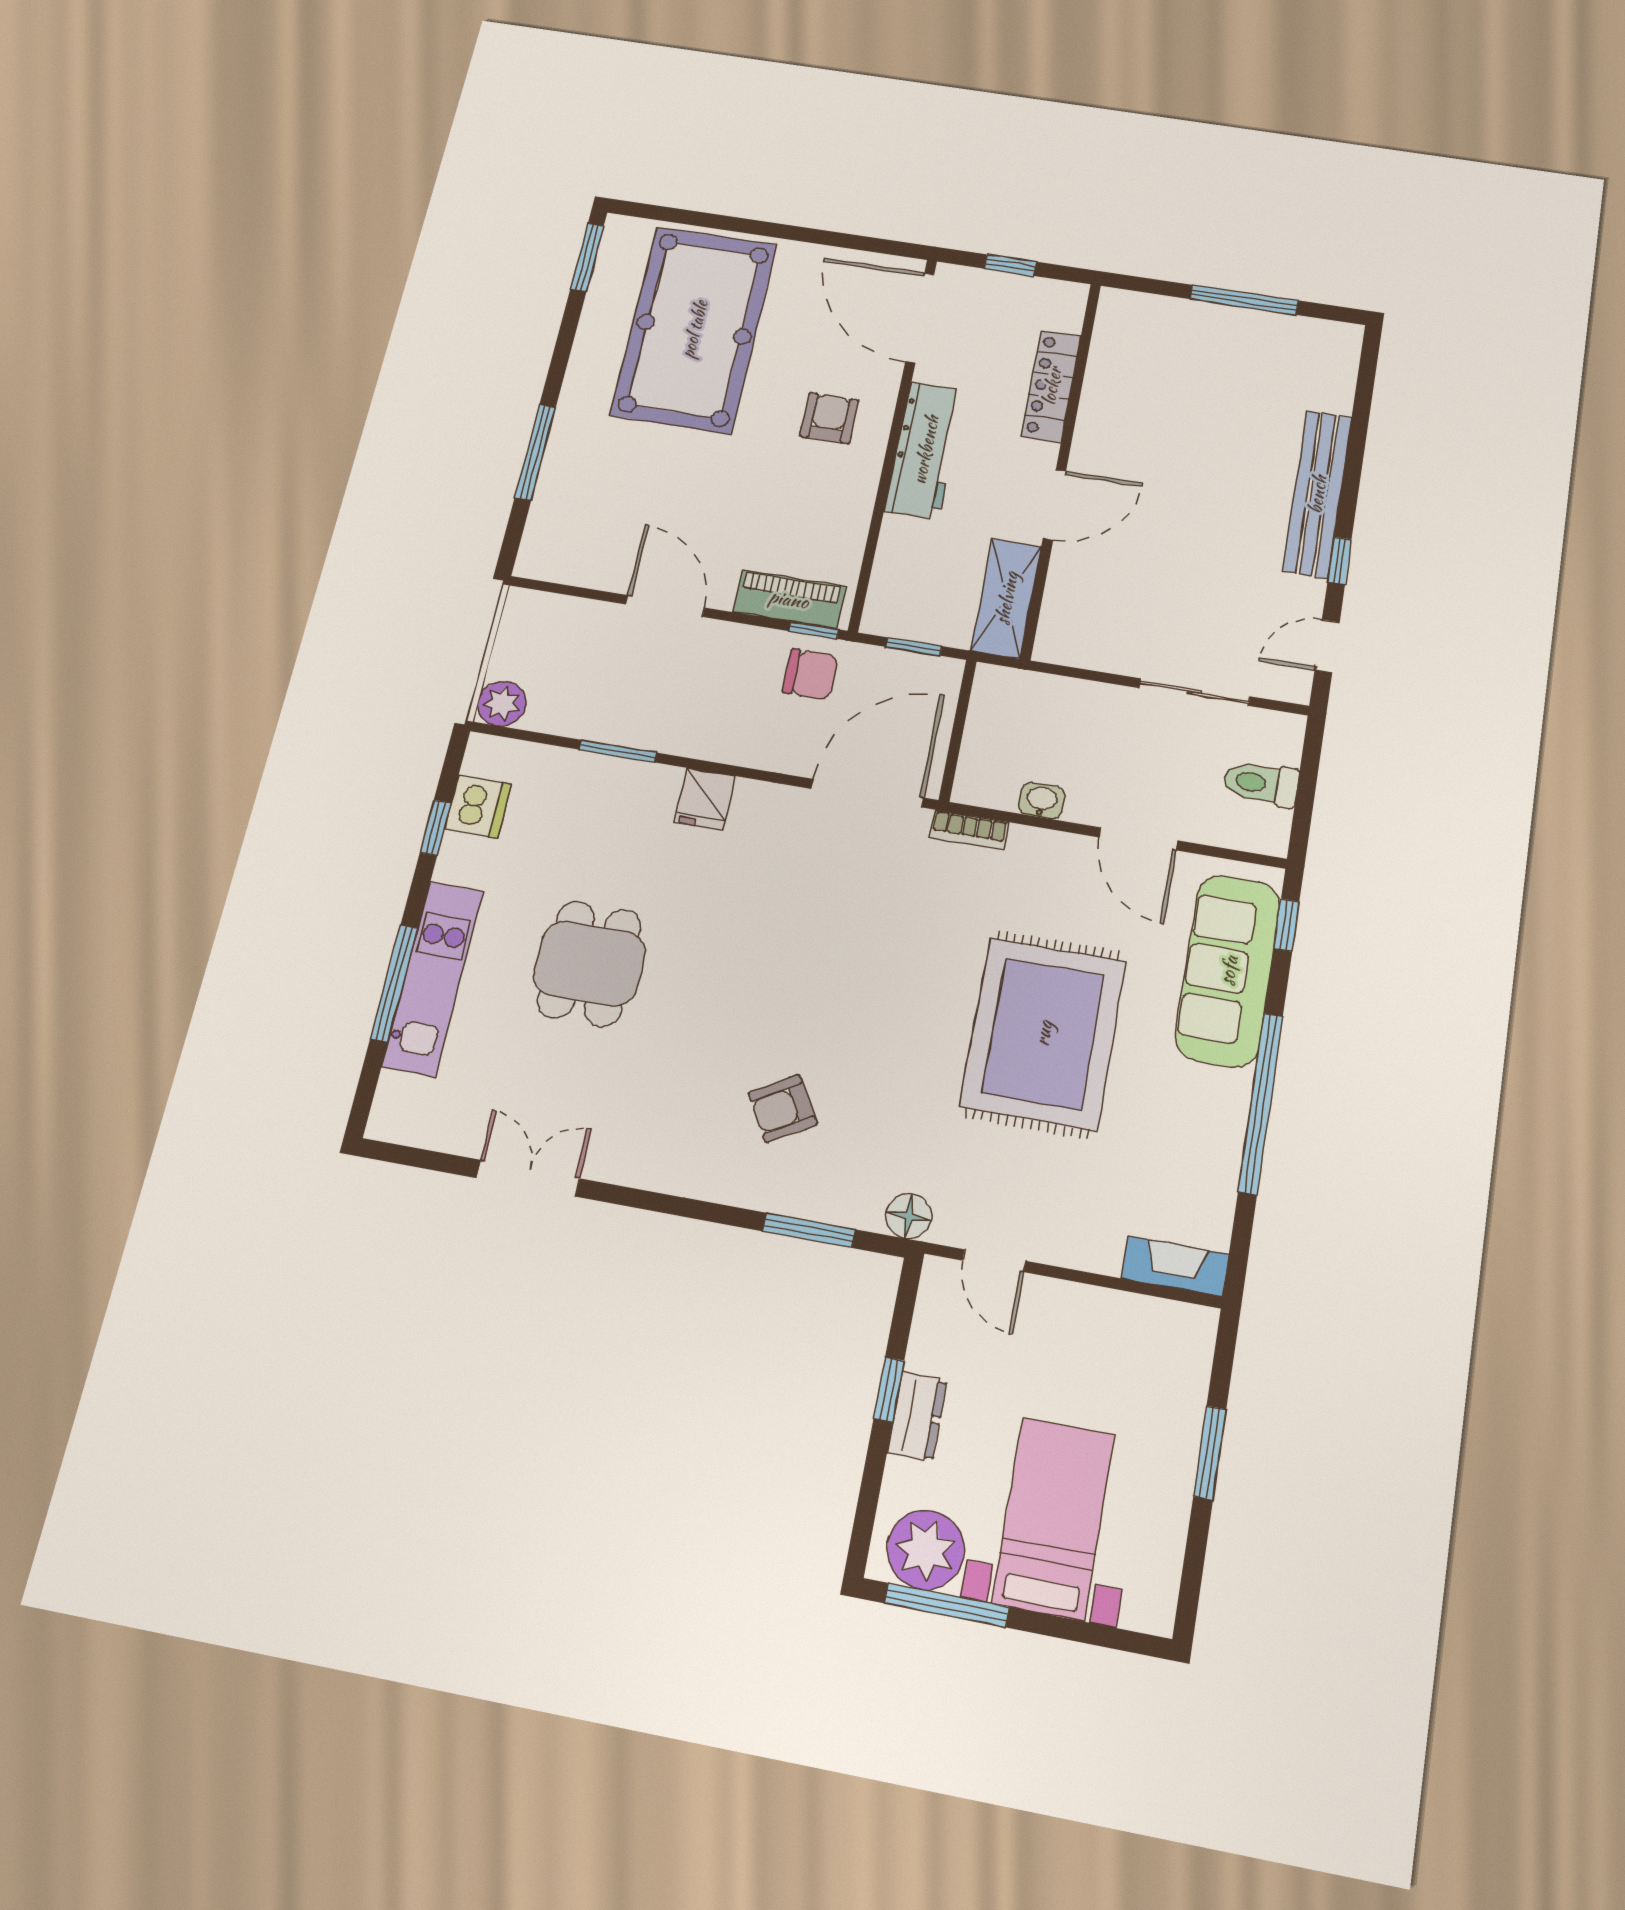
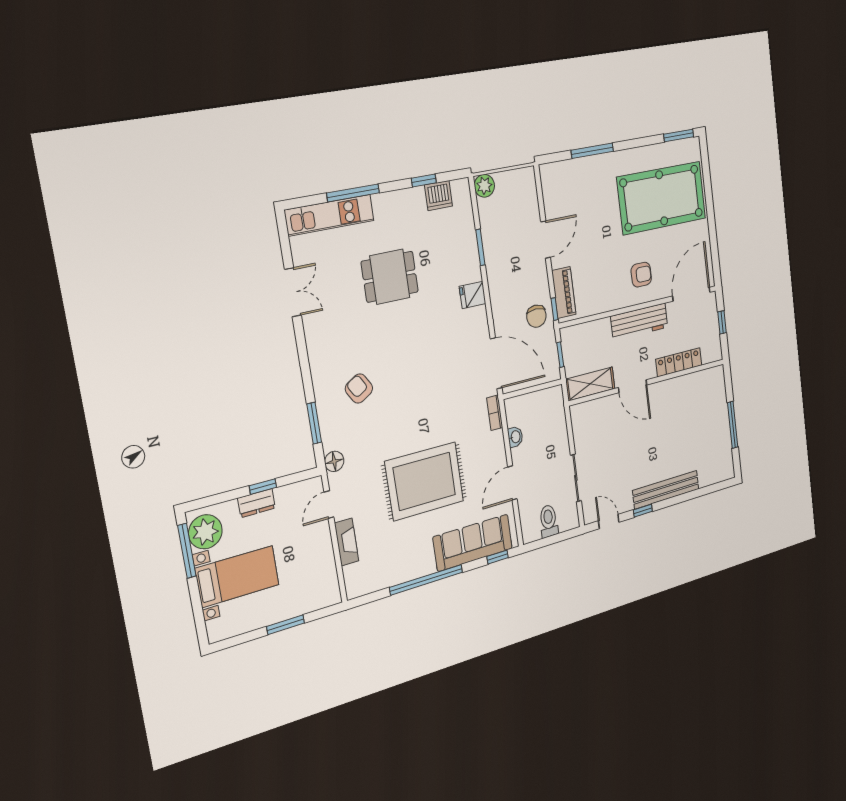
kitchen unit: (433, 978) -> (329, 215), moved
fireplace: (1175, 1266) -> (347, 542), moved

